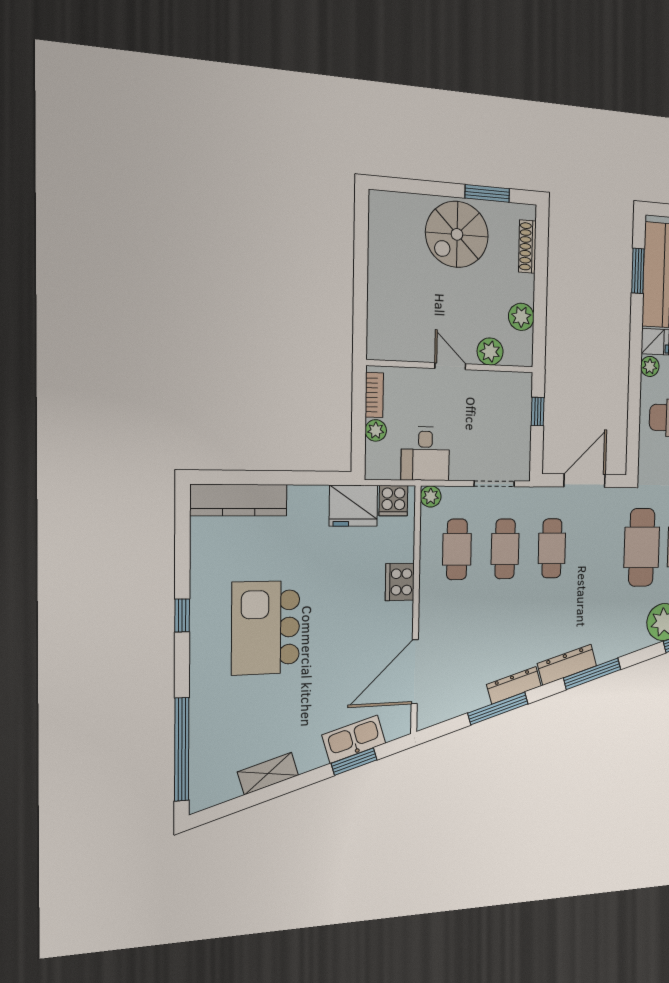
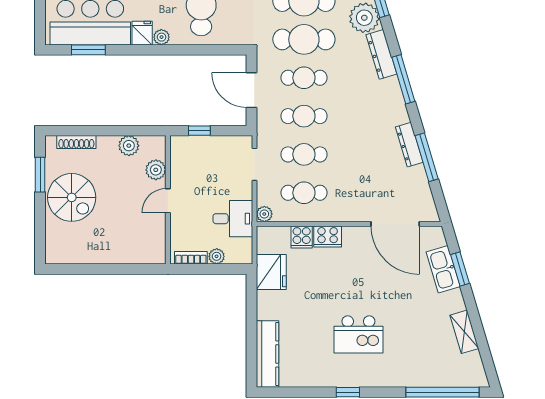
cooker: (393, 501) -> (302, 237), moved, turned 90
cafe table: (597, 548) -> (304, 78), added
kitchen island: (266, 628) -> (358, 334), width x0.73, depth x0.78
dresser: (567, 665) -> (381, 54), moved

